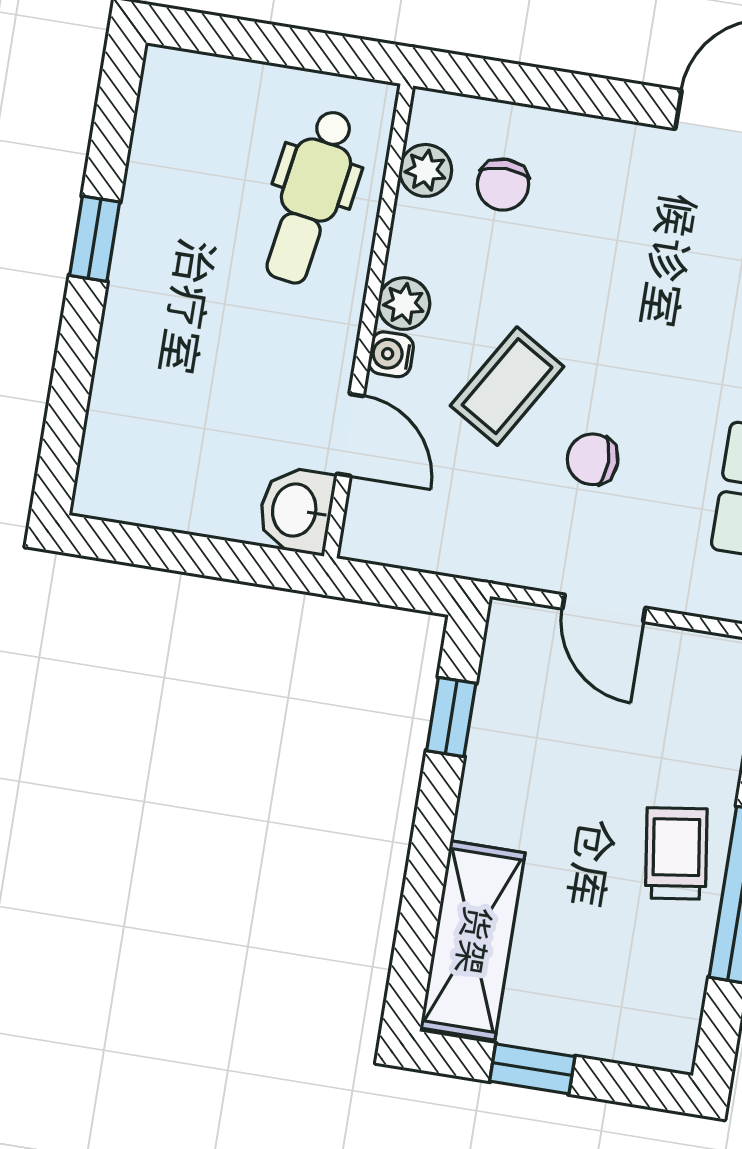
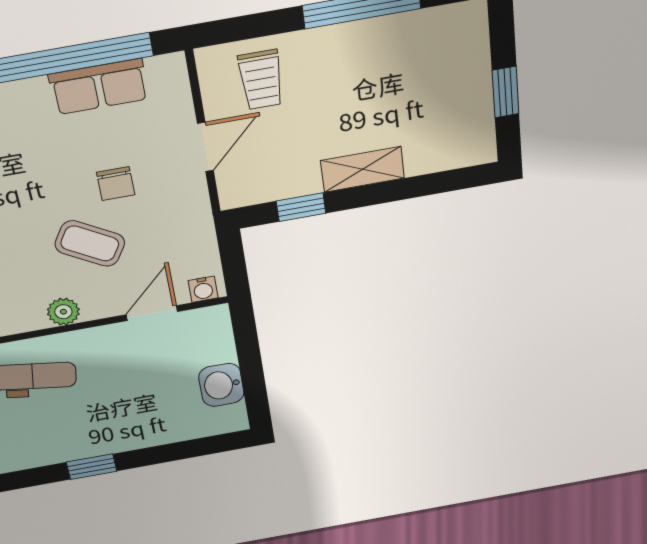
water cooler: (391, 354) -> (203, 289), moved
washbasin: (296, 510) -> (221, 385), moved, turned 90
trolley: (676, 853) -> (261, 80), moved, turned -82
shelving: (473, 940) -> (363, 169), moved, width x0.67, depth x0.75

